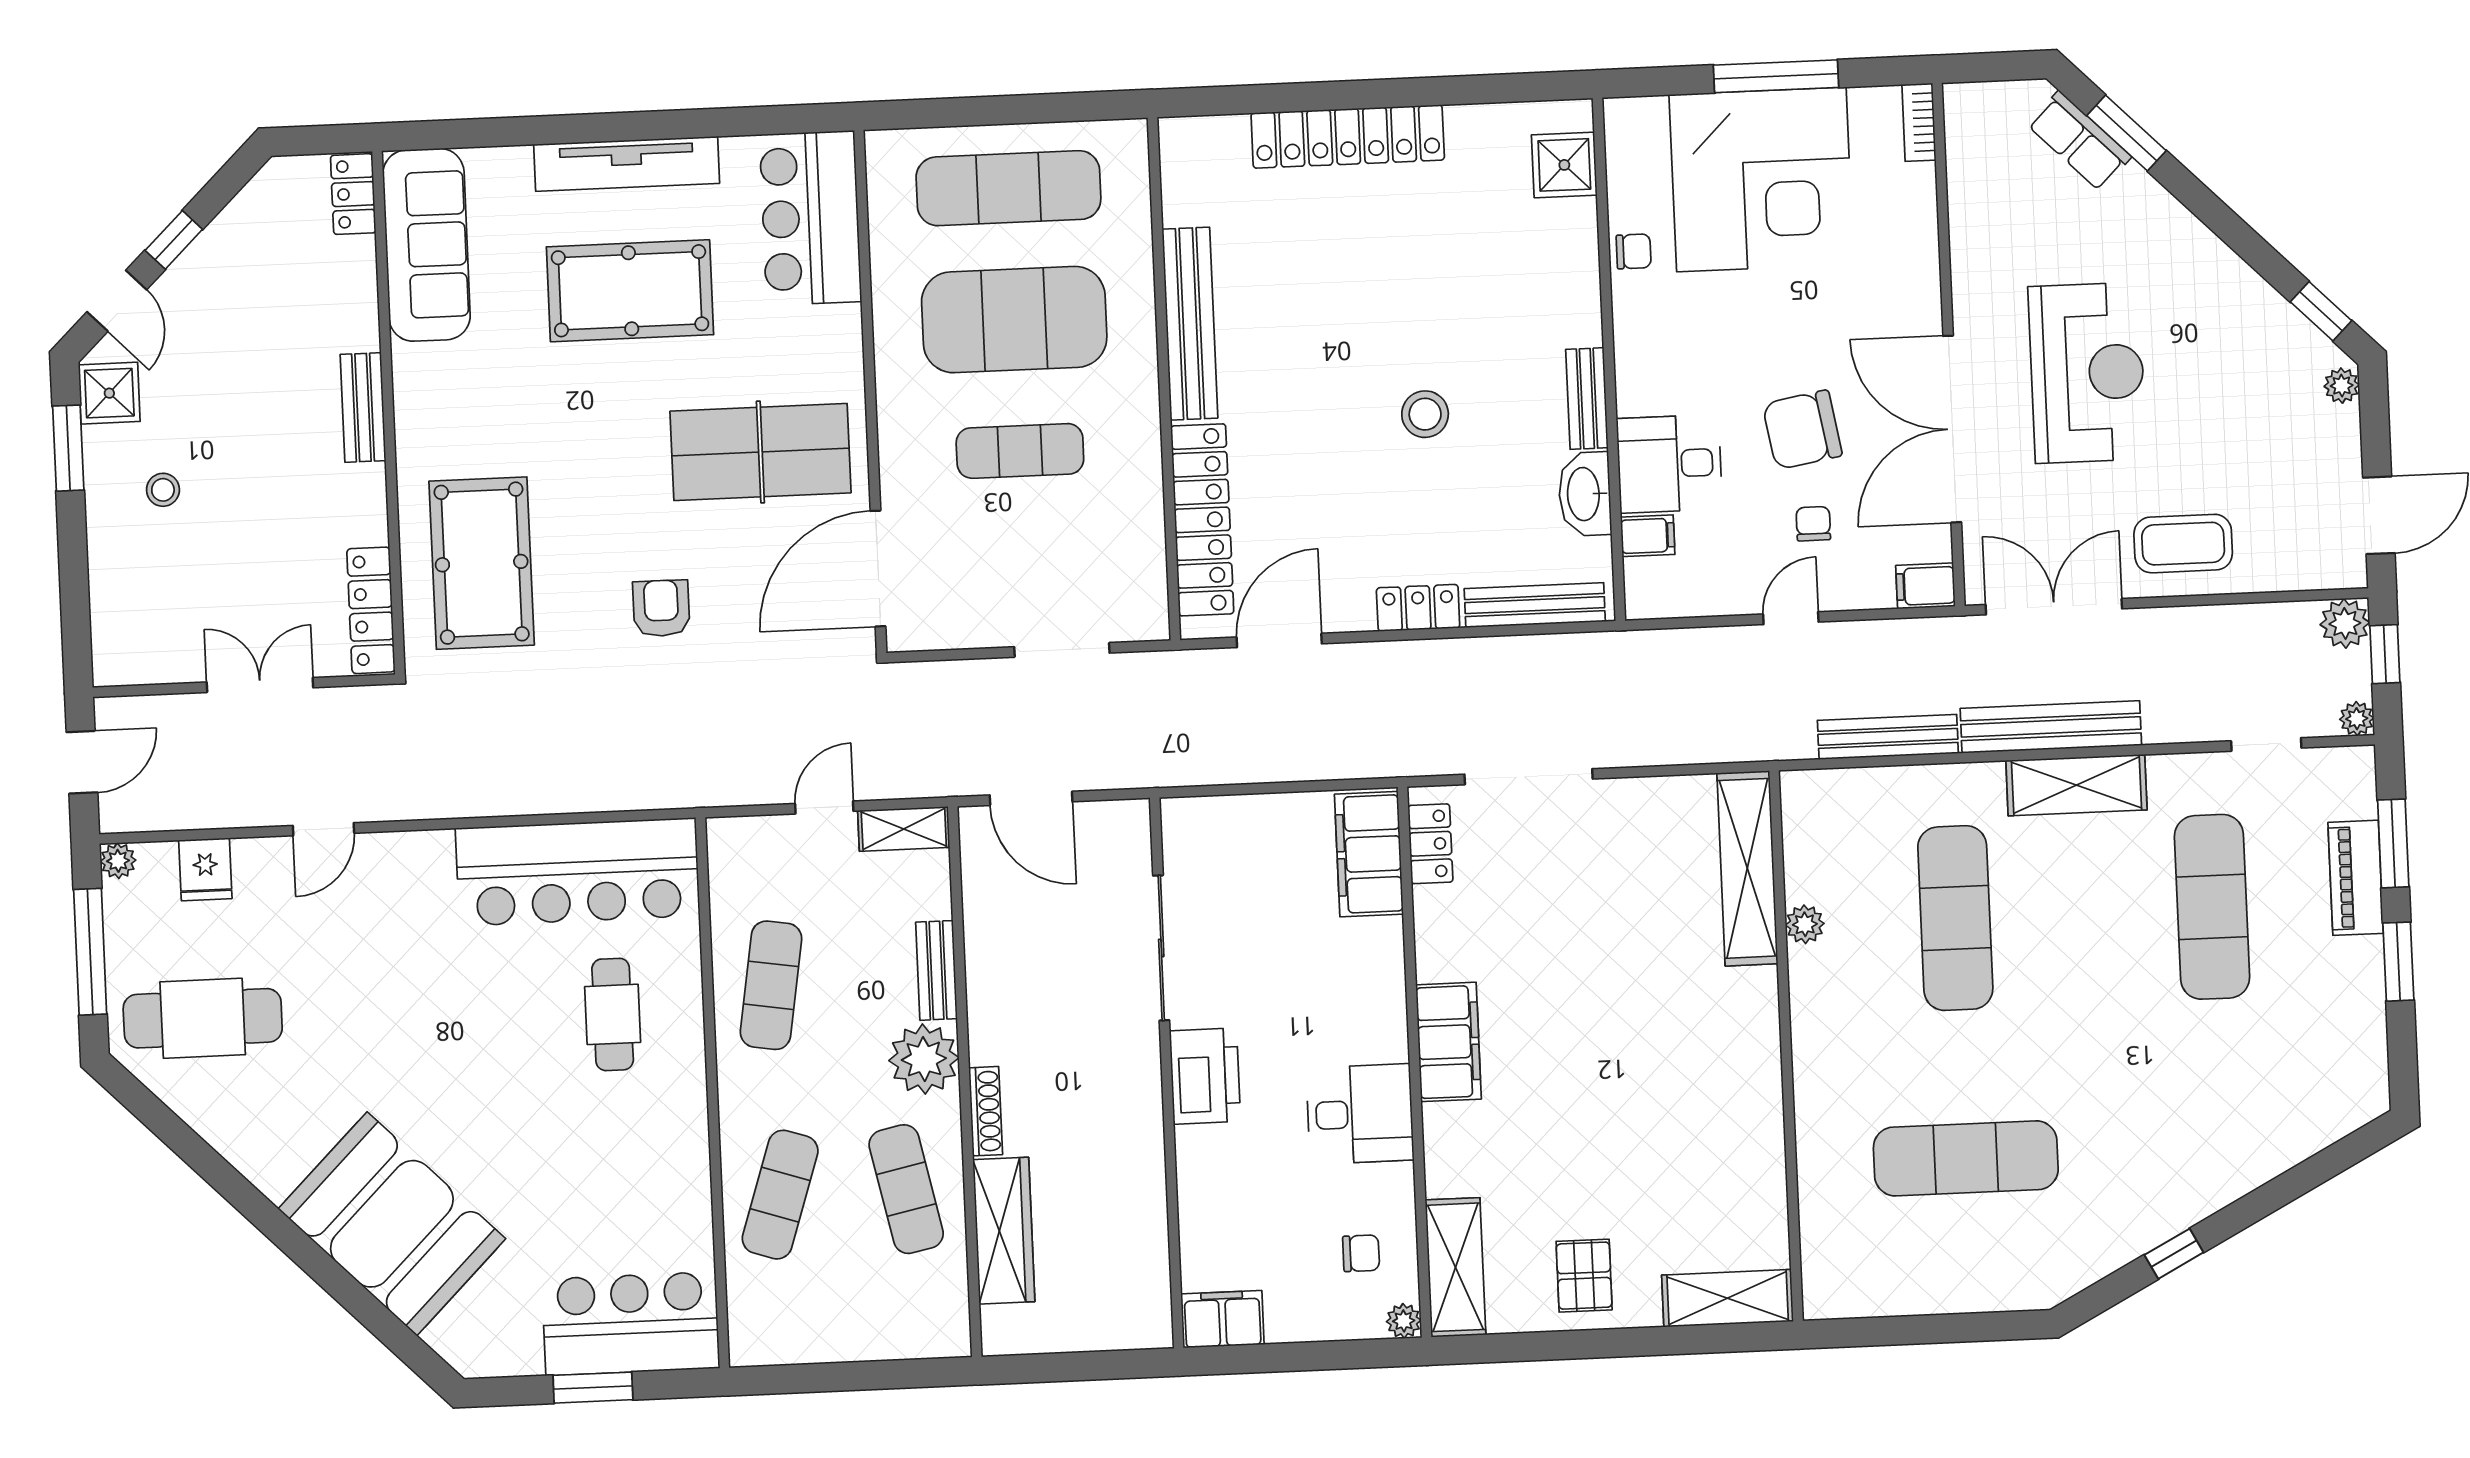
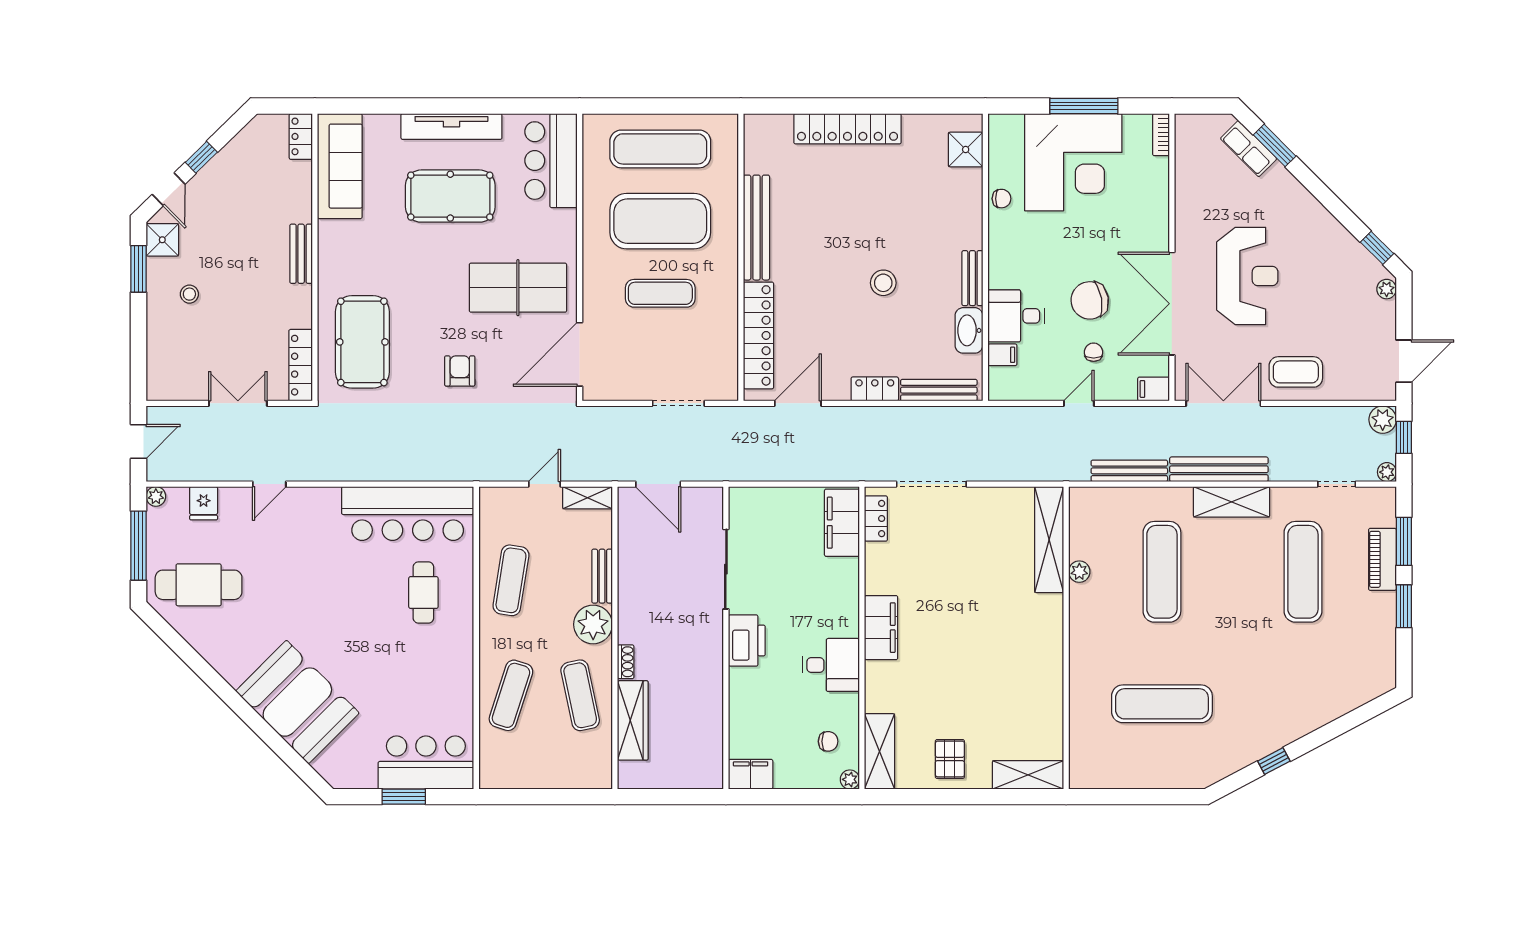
shoe rack: (986, 1111) -> (626, 662), width x0.70

